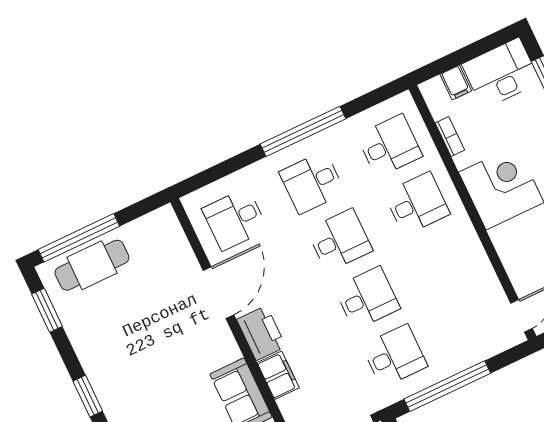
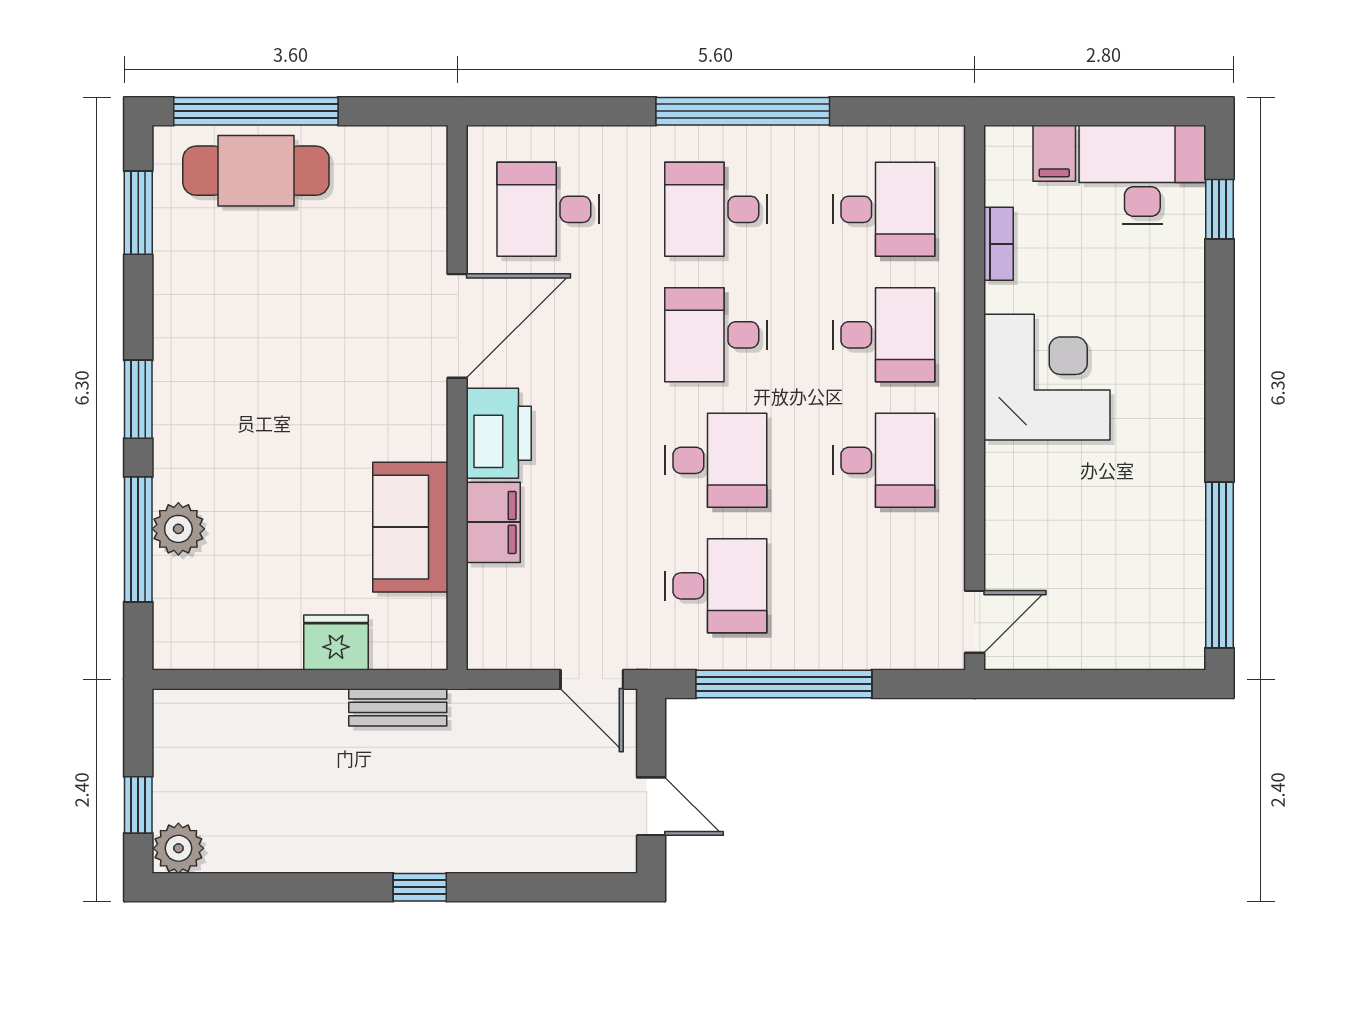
desk: (340, 240) -> (716, 335), turned 180
desk: (444, 261) -> (884, 460), added

